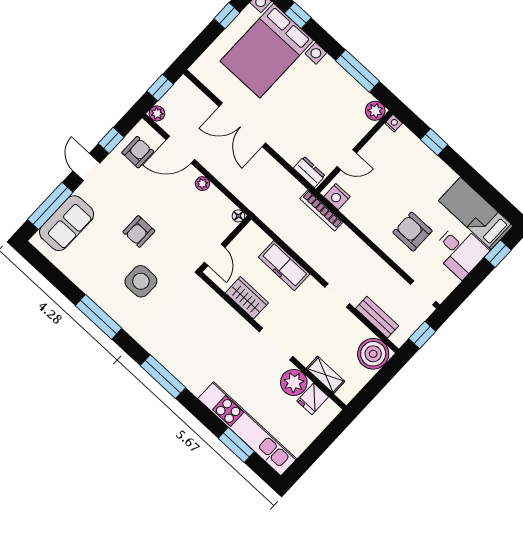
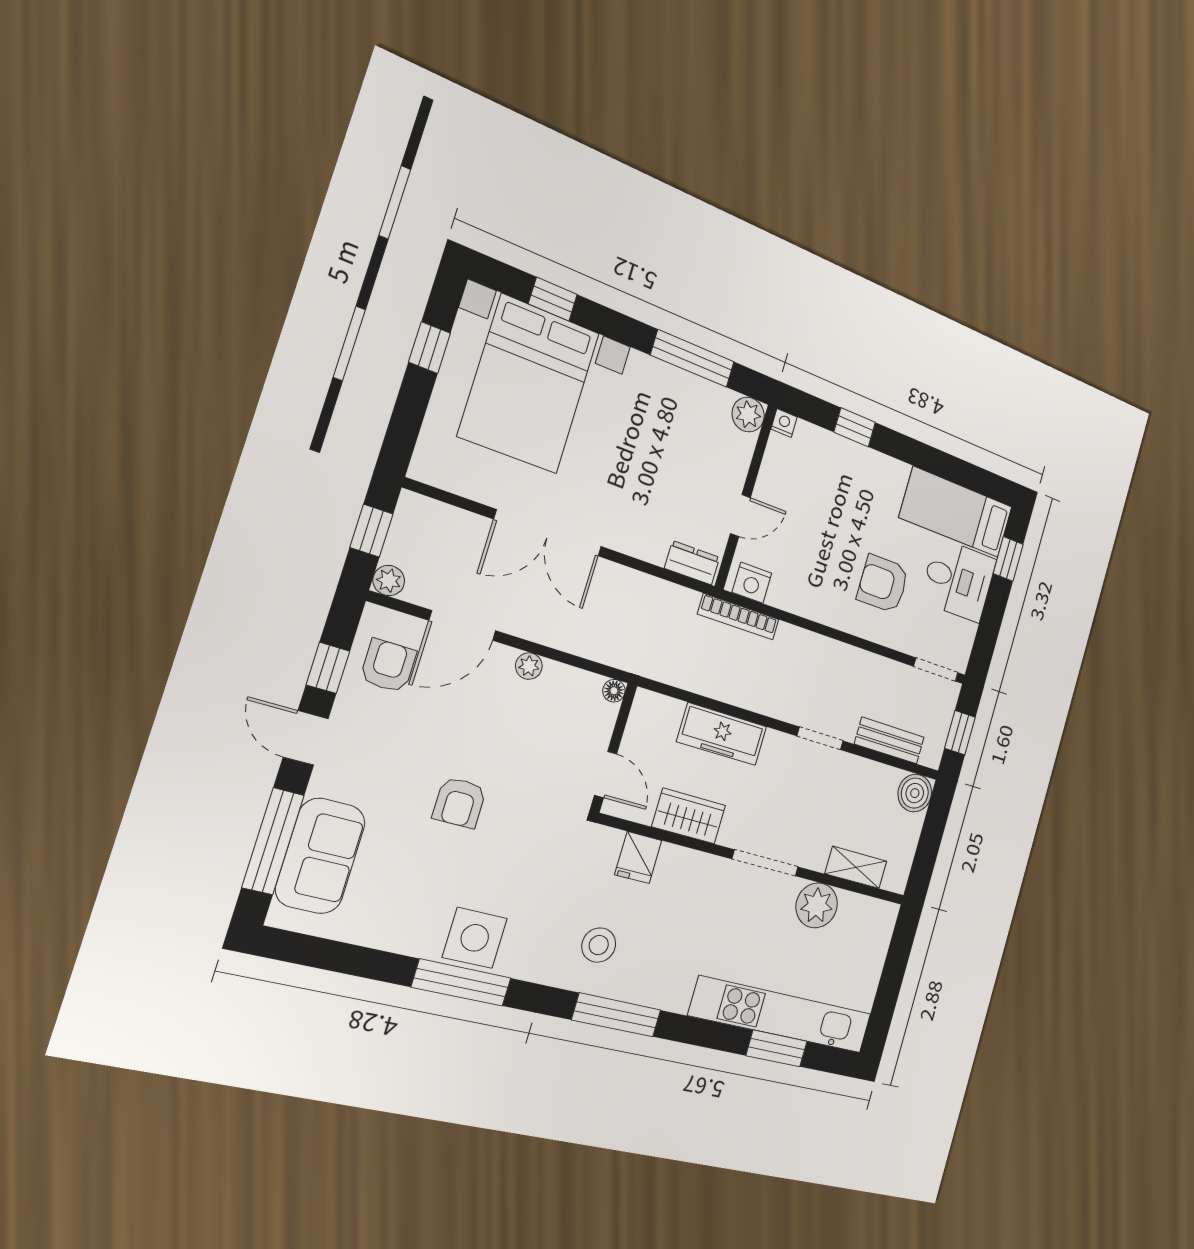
side table: (141, 281) -> (475, 938), moved
stool: (171, 337) -> (599, 945), added
boiler: (373, 354) -> (915, 793), width x0.73, depth x0.73
fridge: (313, 399) -> (638, 858), moved

